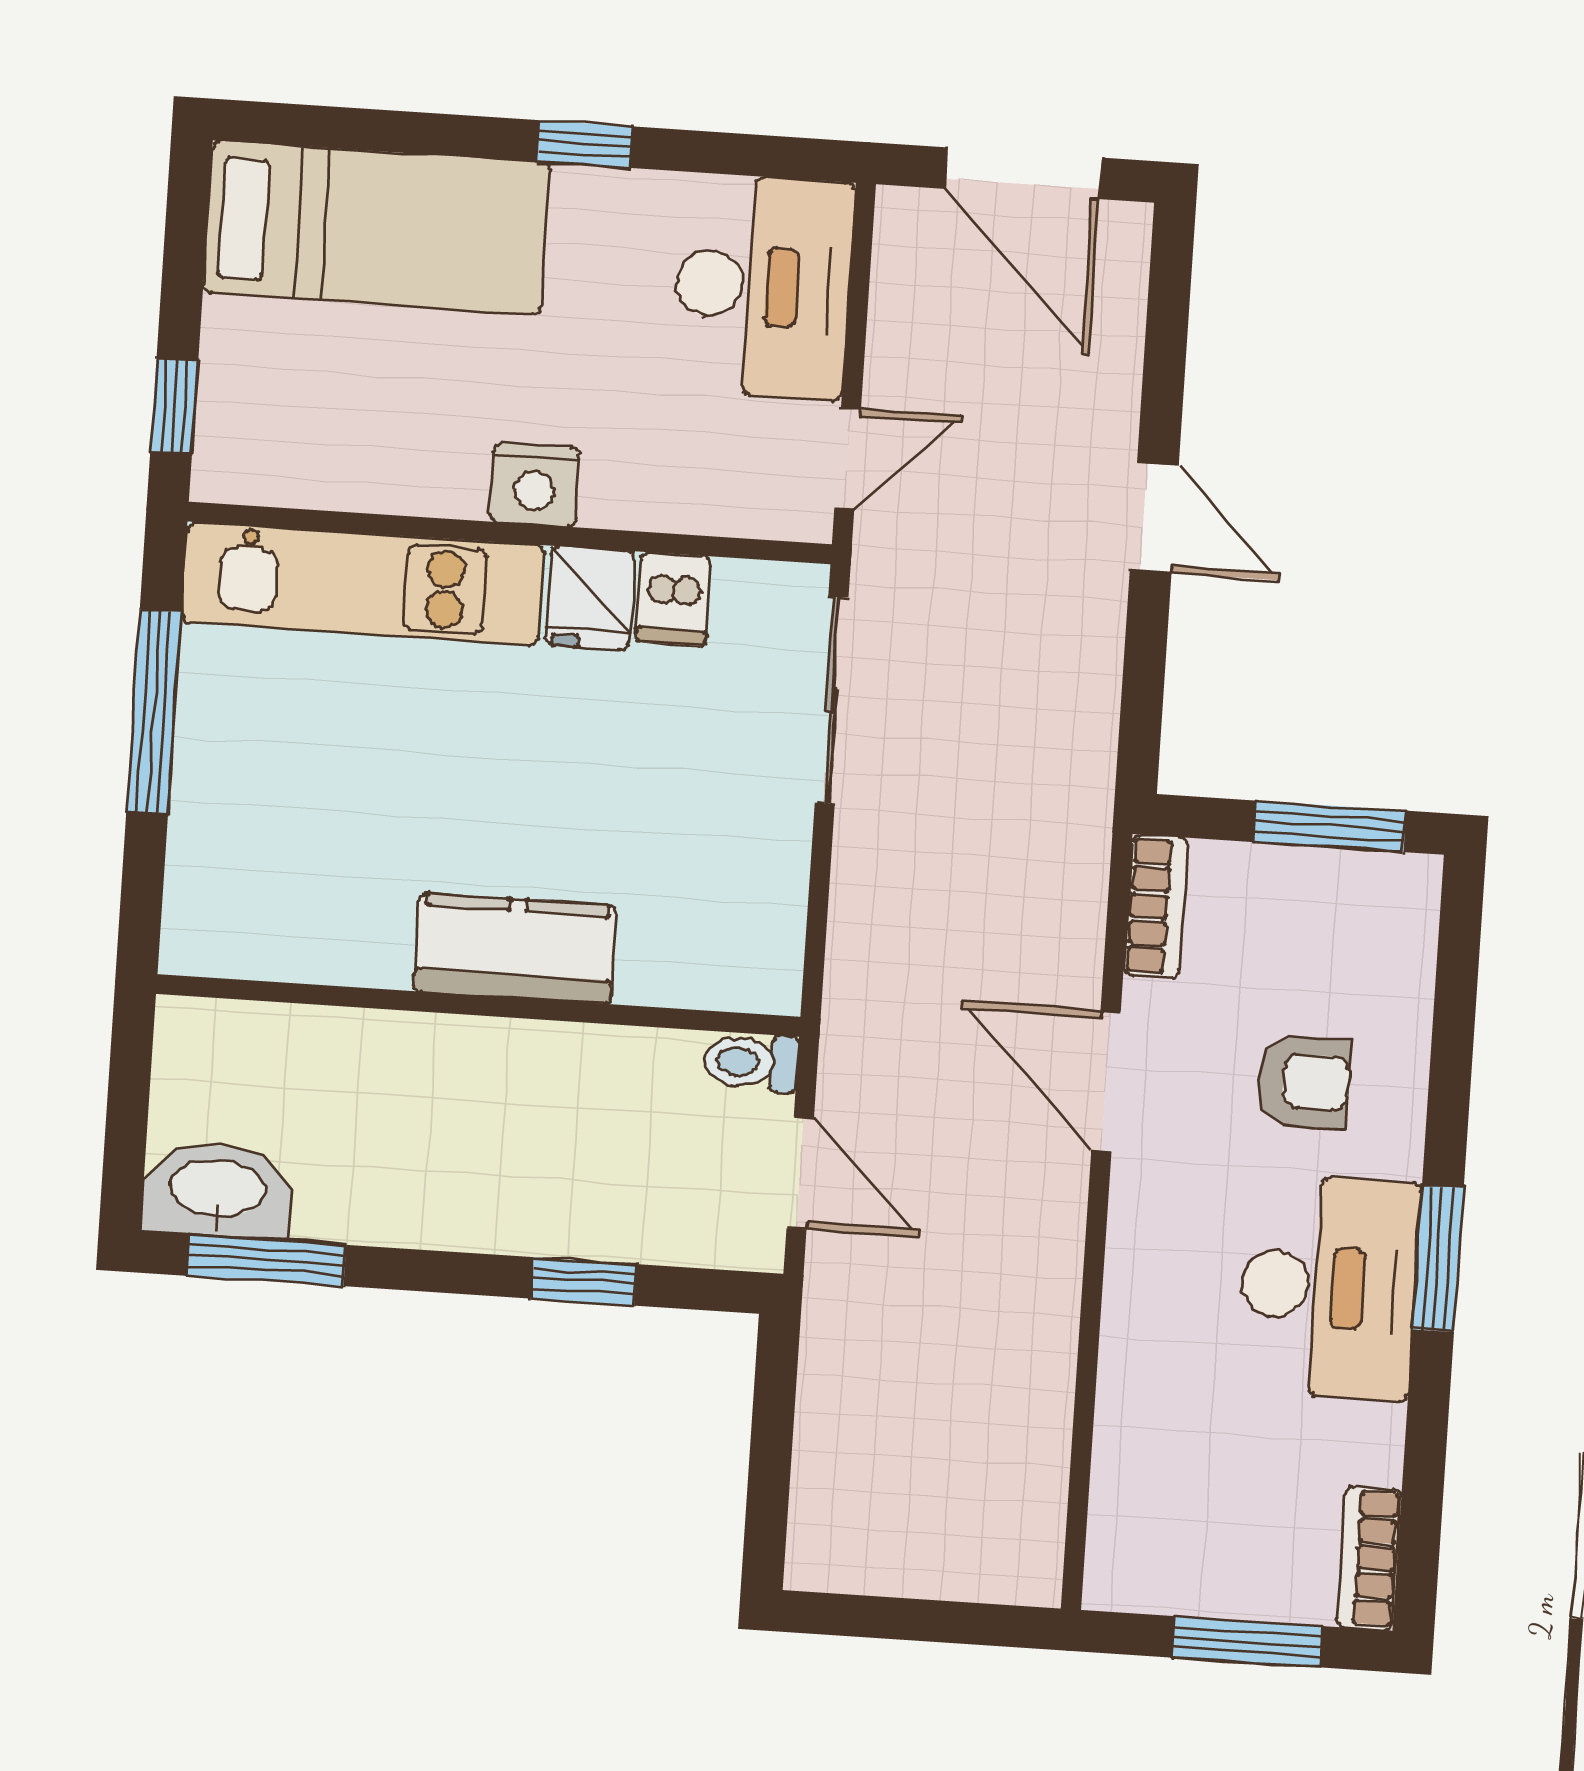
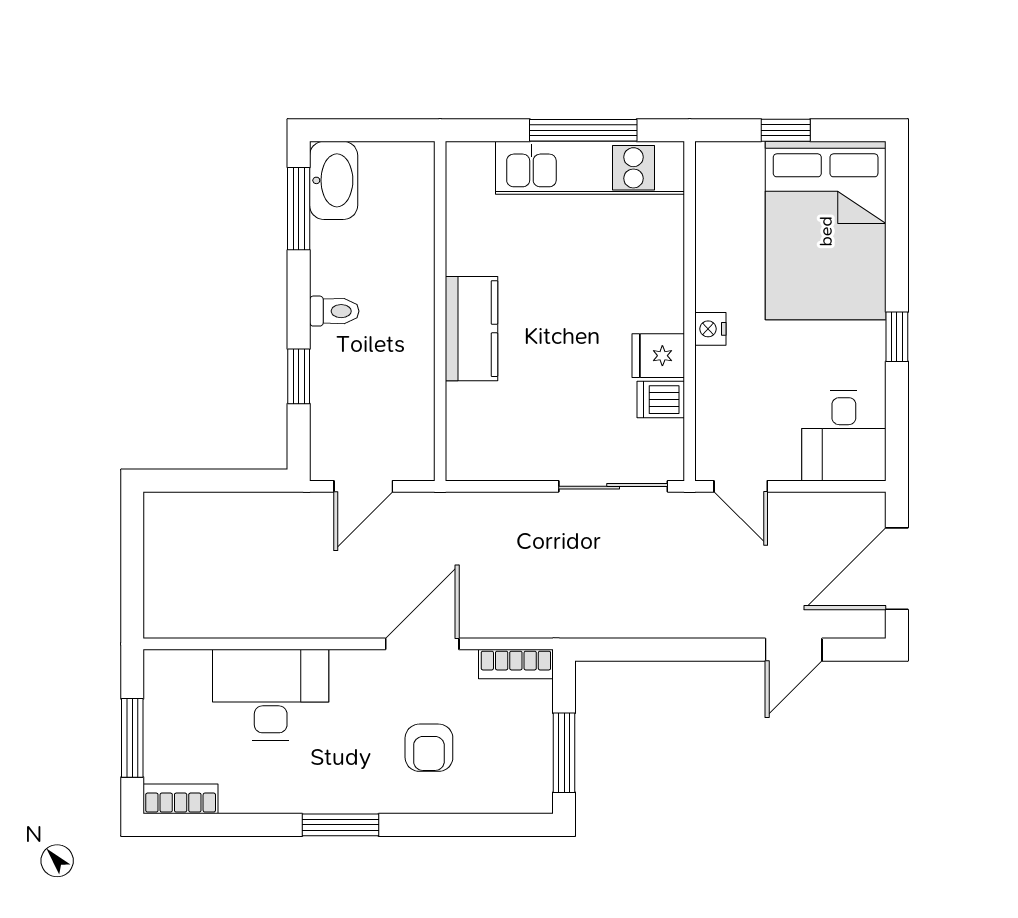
bed: (377, 228) -> (826, 231), width x1.50
desk: (763, 286) -> (844, 436), width x0.73
window: (174, 406) -> (786, 130), moved
nightstand: (534, 485) -> (710, 329), width x0.72, depth x0.74
door: (1154, 518) -> (794, 650), moved
kitchen unit: (363, 584) -> (590, 168), moved, turned -90
toilet: (751, 1062) -> (334, 311), moved, turned 90
desk: (1329, 1287) -> (271, 695), moved, turned 180

